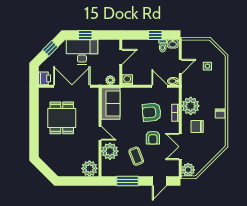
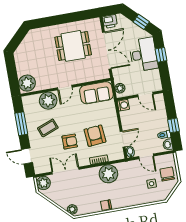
chair: (197, 127) -> (167, 174), moved
armchair: (153, 138) -> (70, 142), turned 180
plant: (219, 147) -> (72, 209), added

